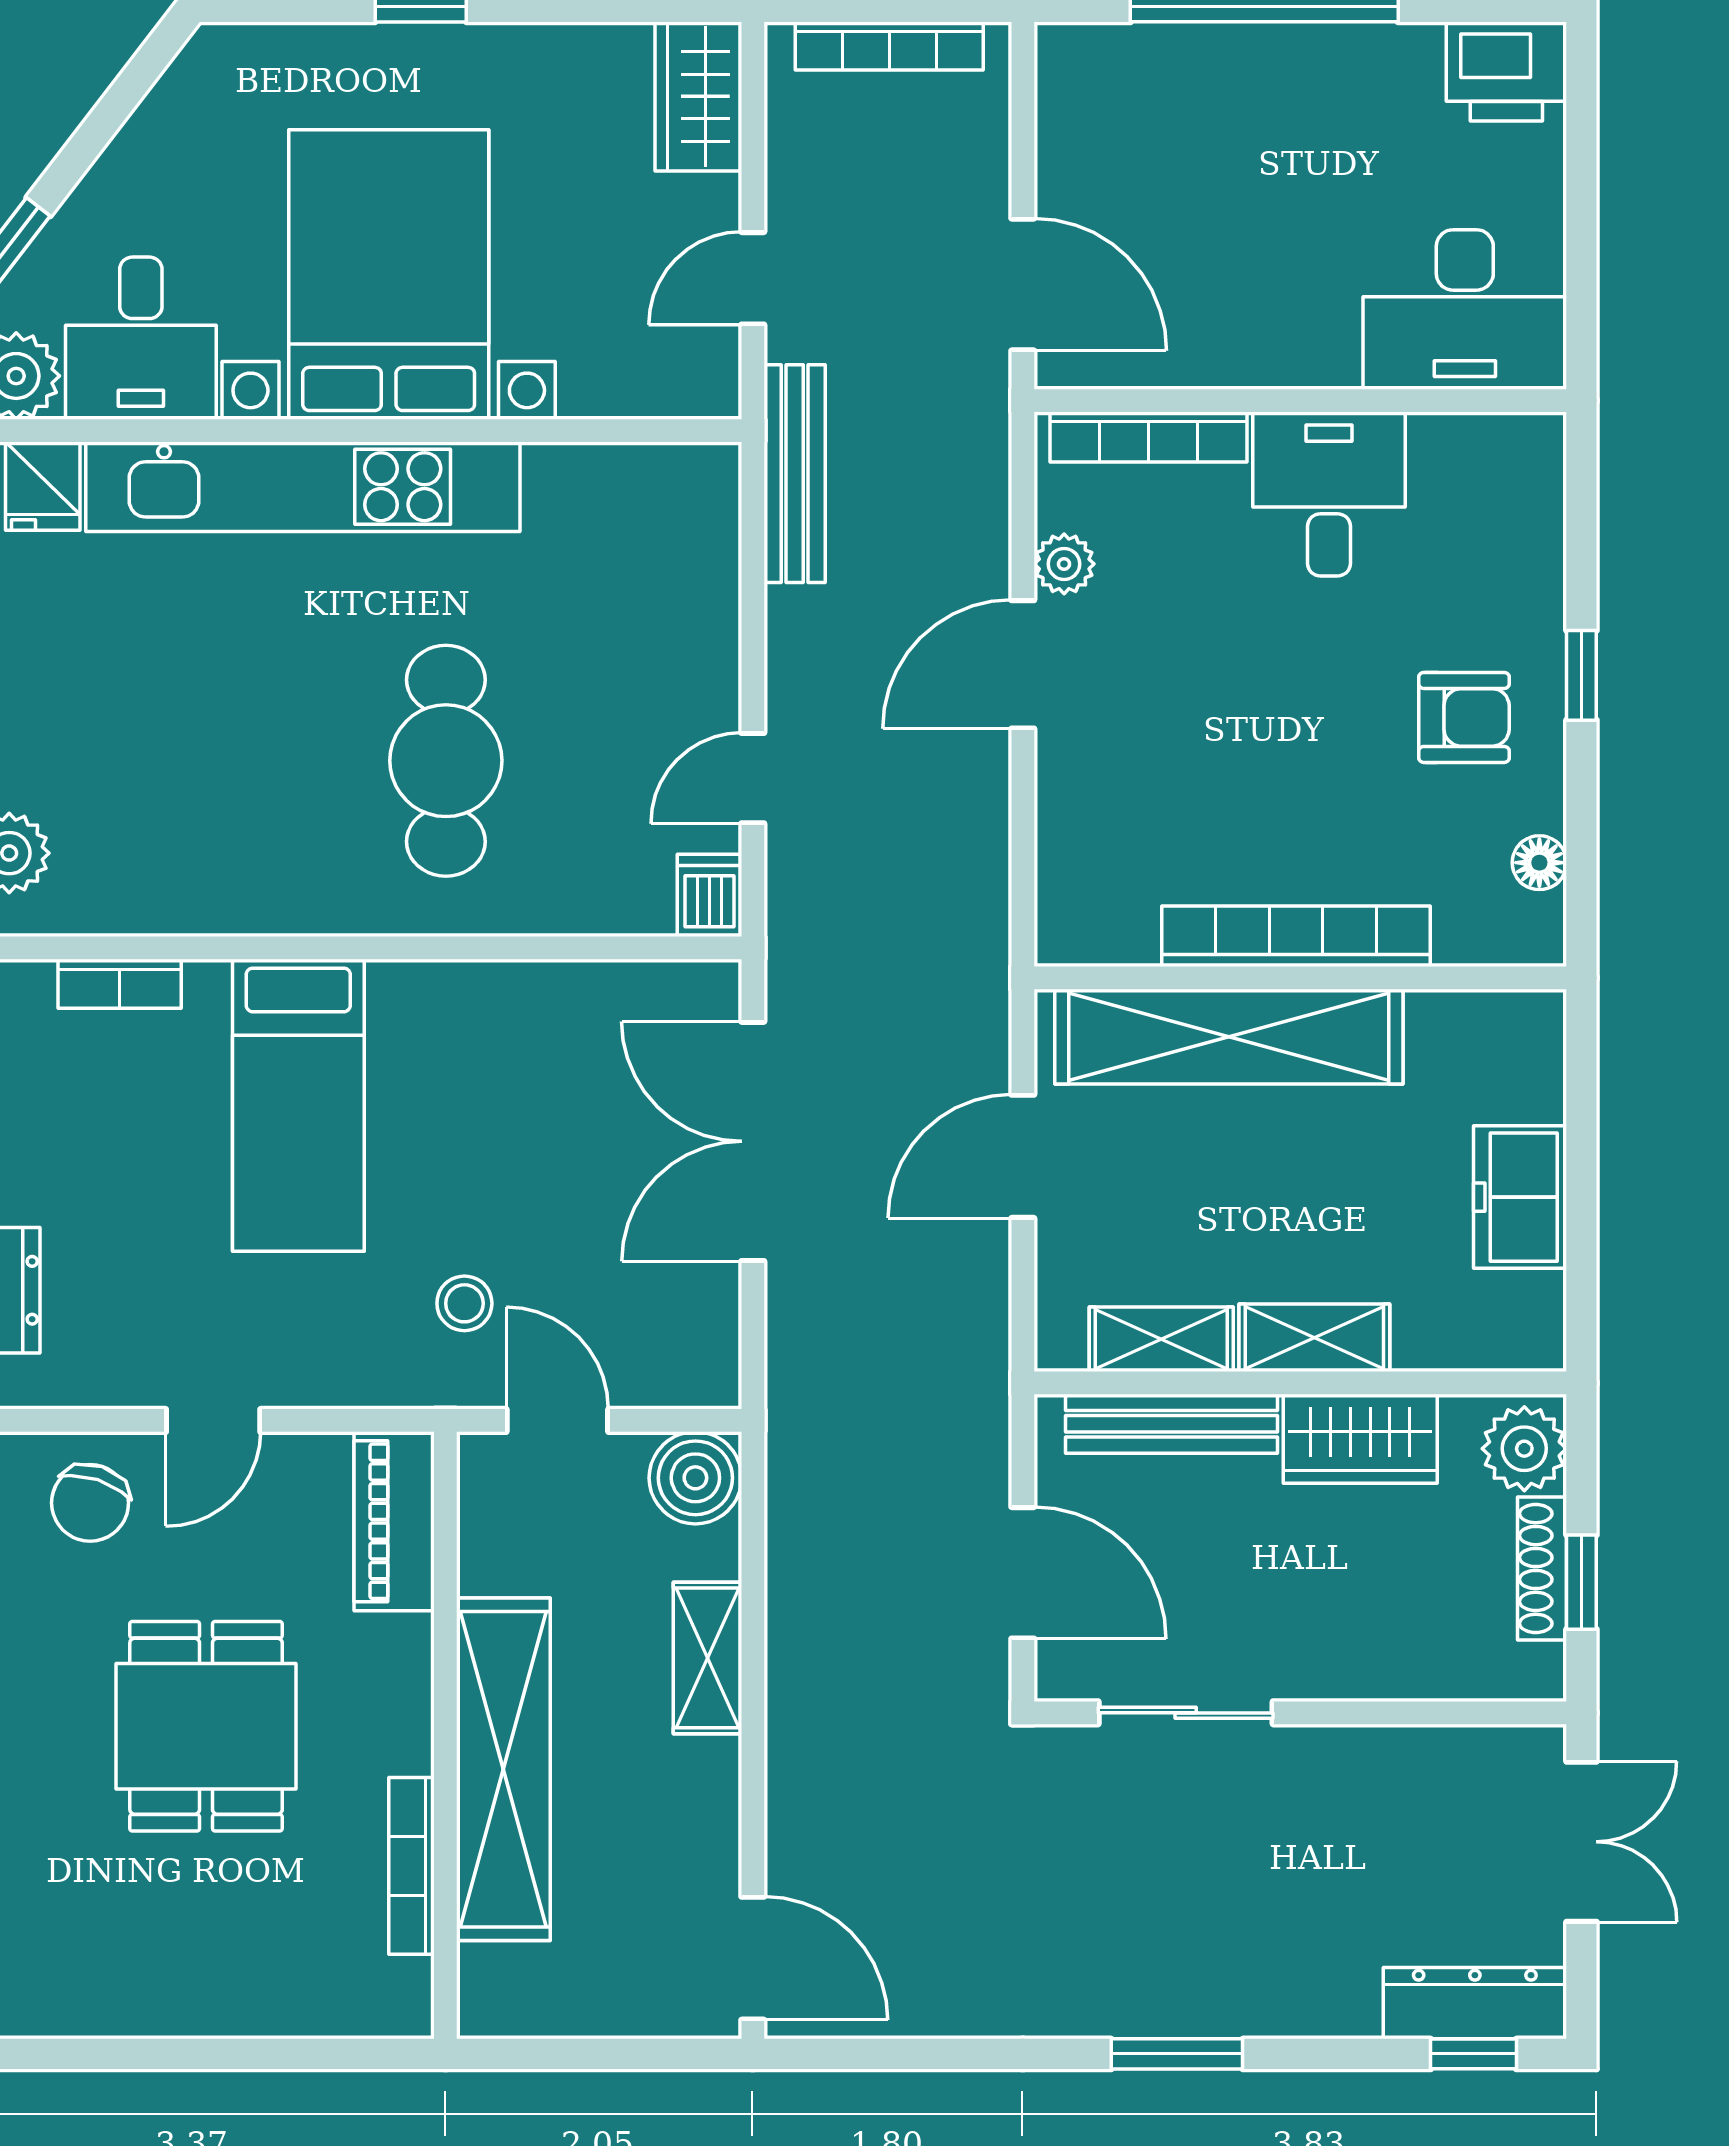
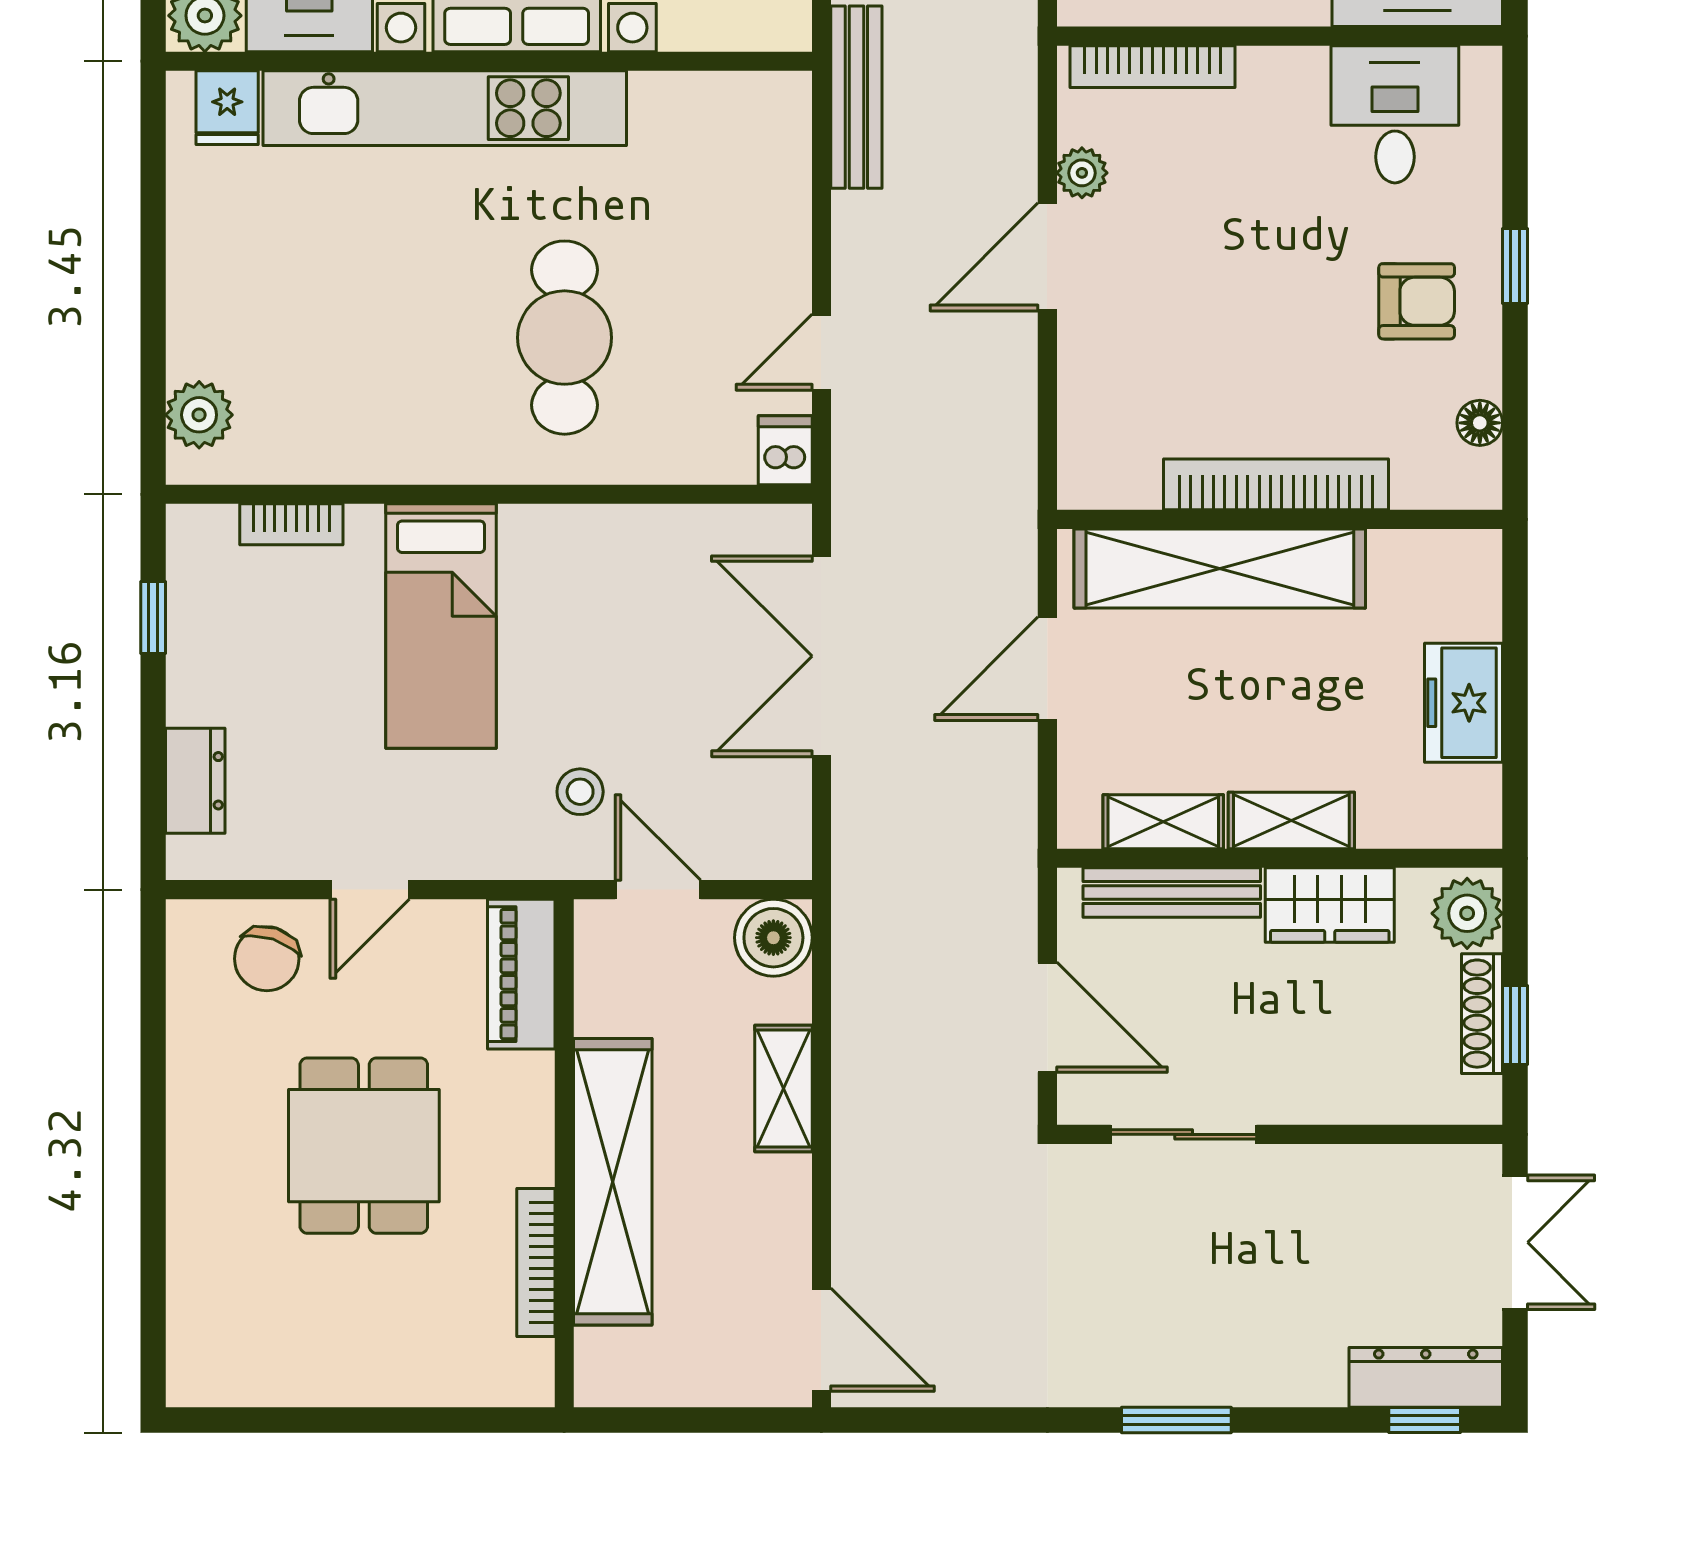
desk: (1329, 494) -> (1395, 114), moved

